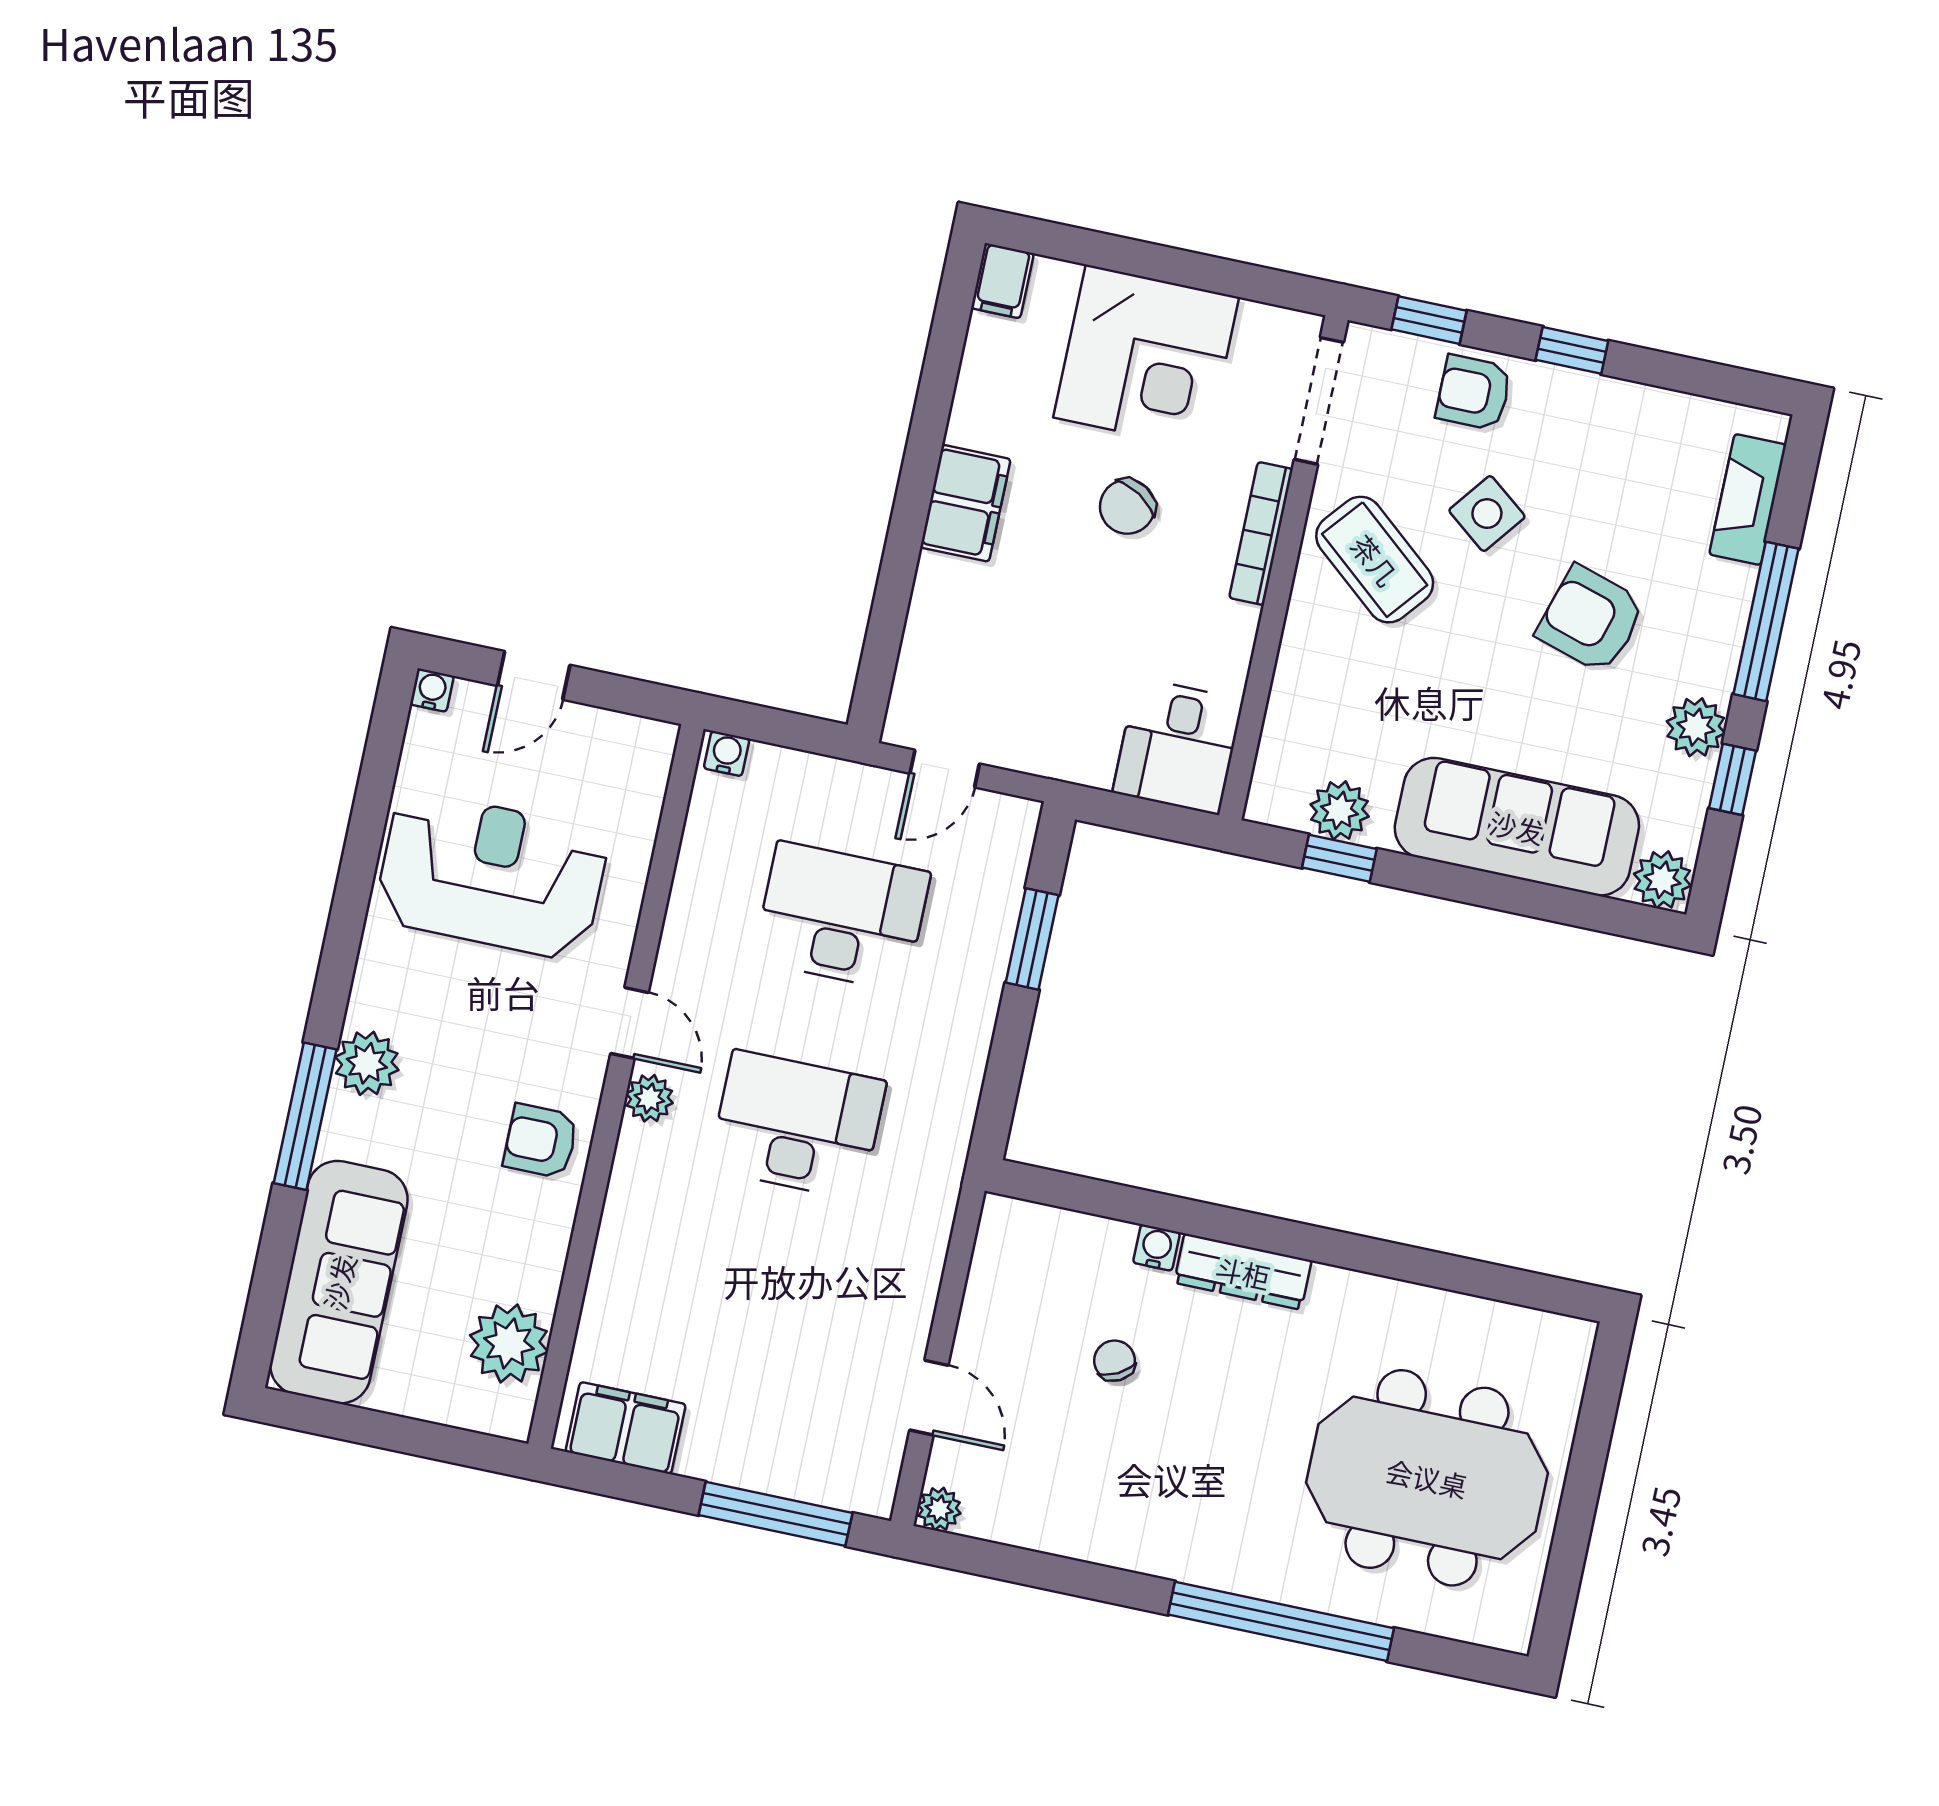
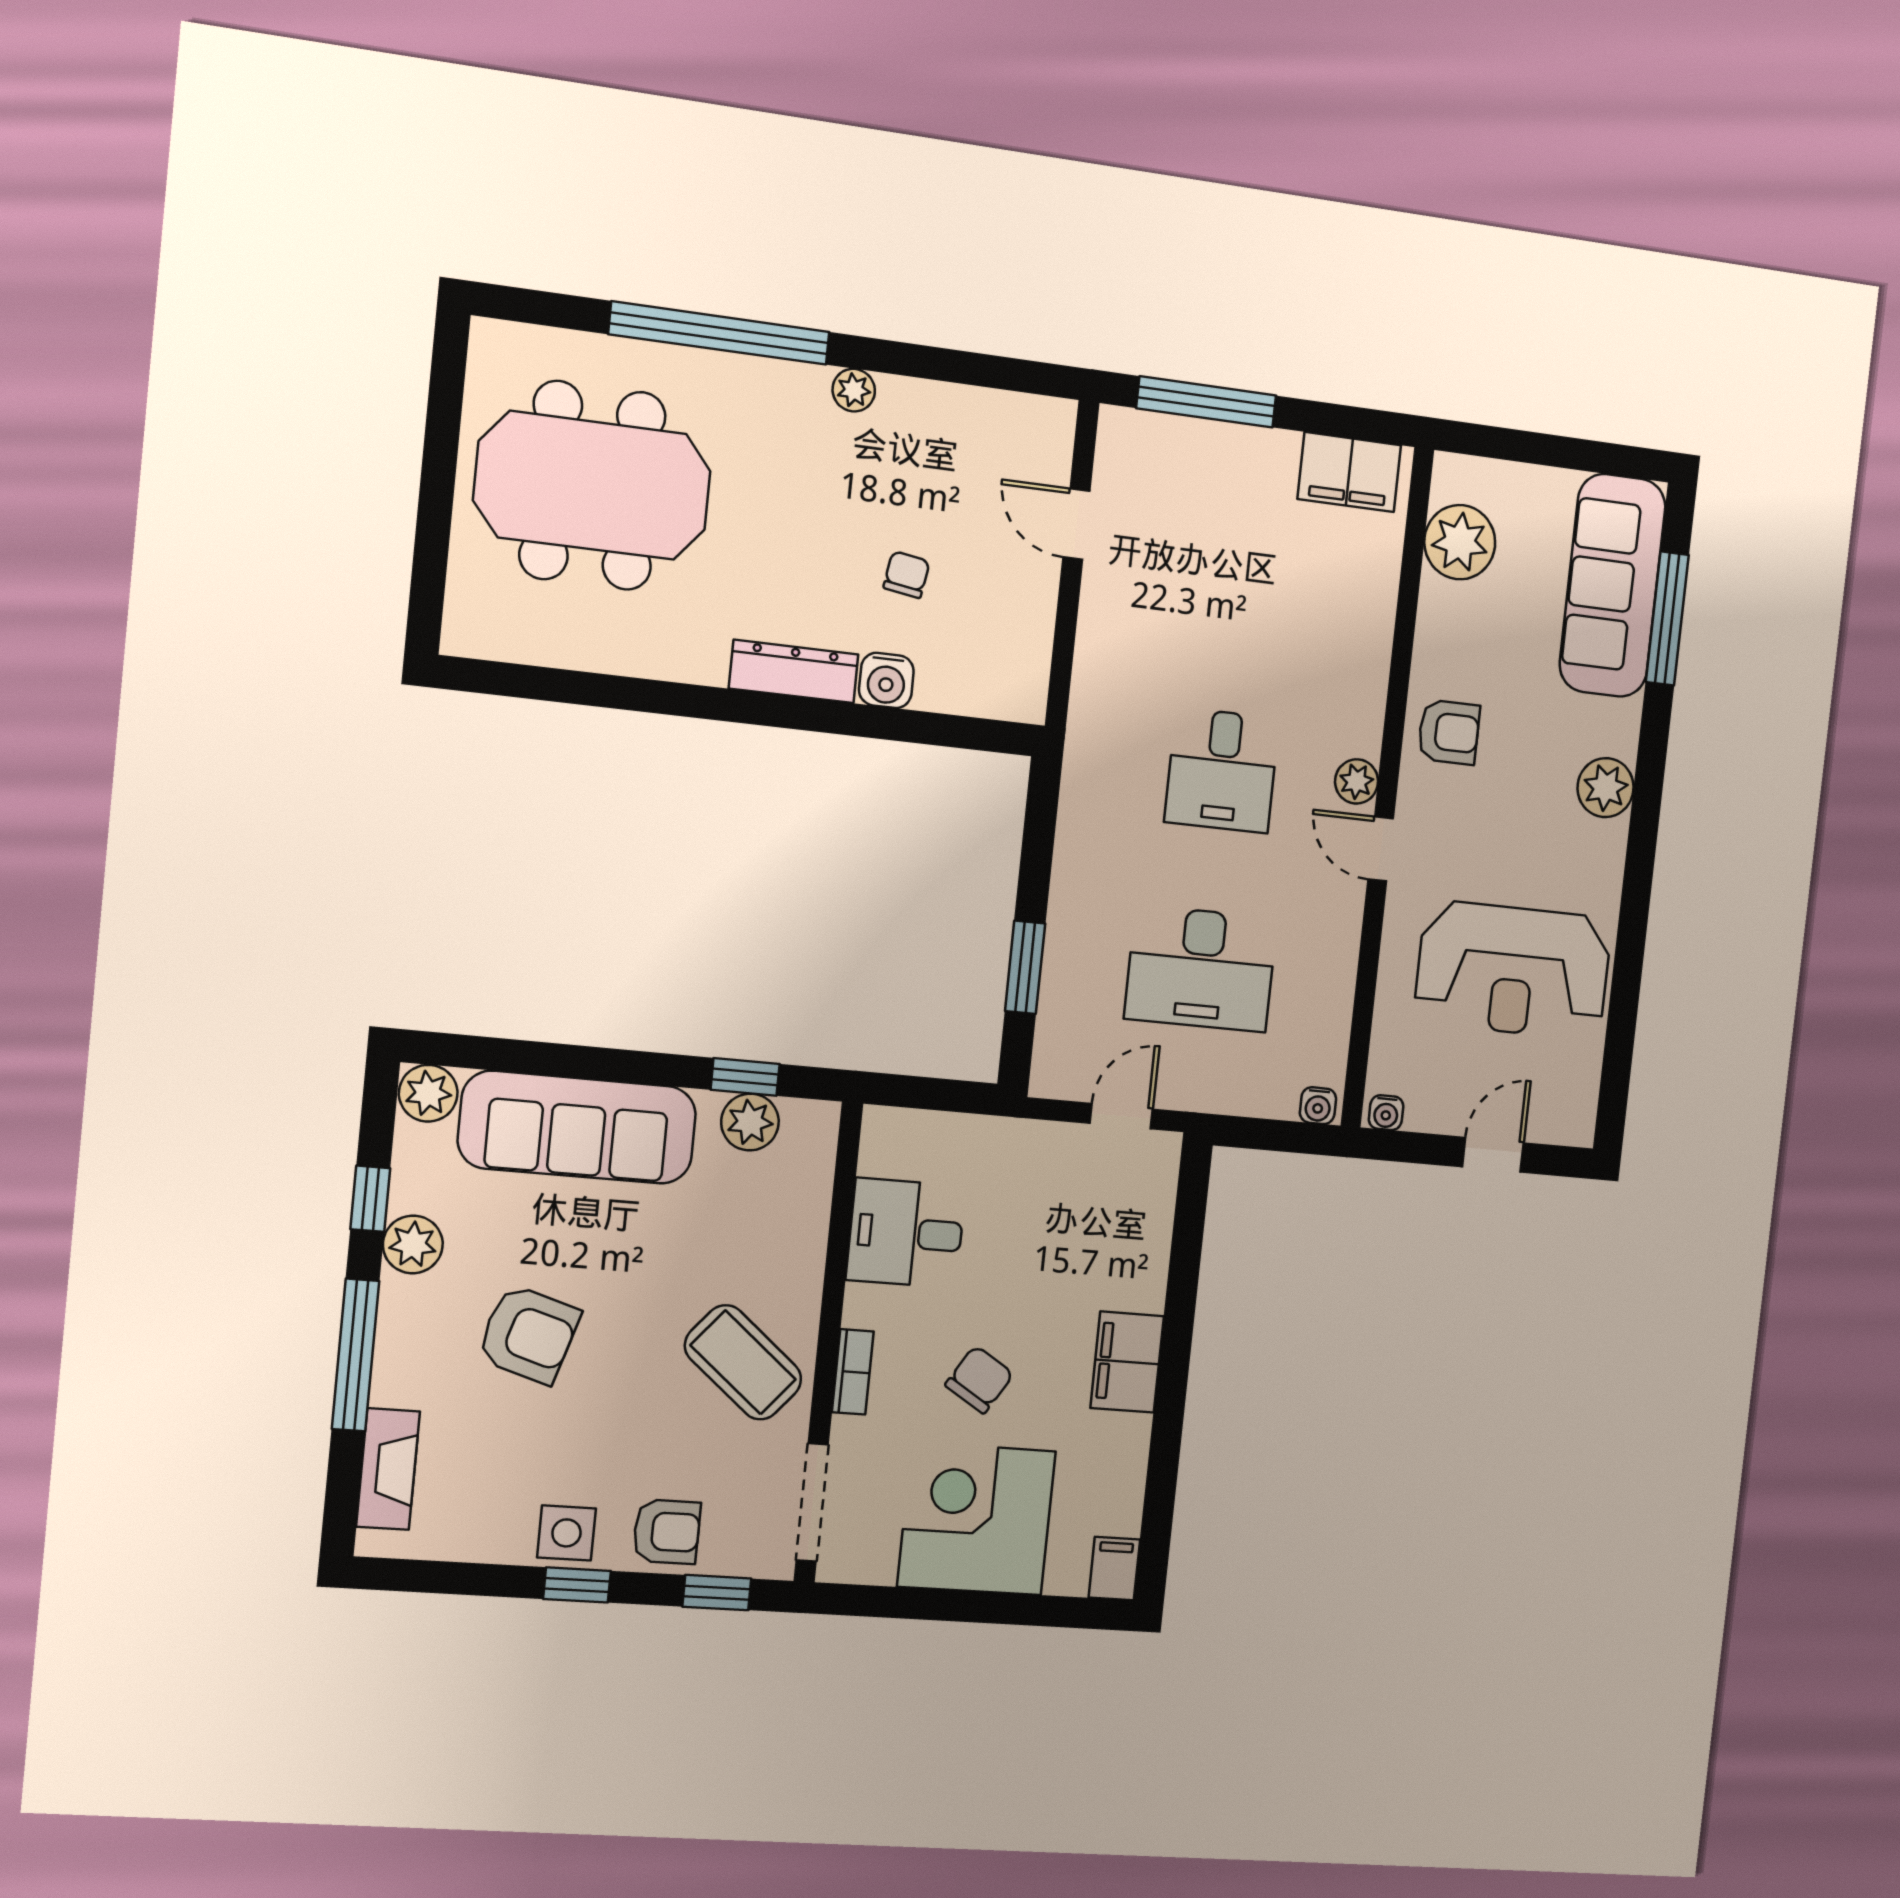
side table: (1487, 514) -> (566, 1533), moved, turned -38
bookcase: (1261, 534) -> (853, 1372), width x0.64
water cooler: (432, 690) -> (1386, 1113), moved
desk: (1178, 746) -> (906, 1233), moved, turned -90
window: (305, 1116) -> (1667, 618), moved
desk: (797, 1125) -> (1222, 770), width x0.73
water cooler: (1156, 1248) -> (886, 680), width x1.38, depth x1.38
chair: (1115, 1361) -> (907, 575), turned -143
plant: (939, 1509) -> (854, 390), moved

